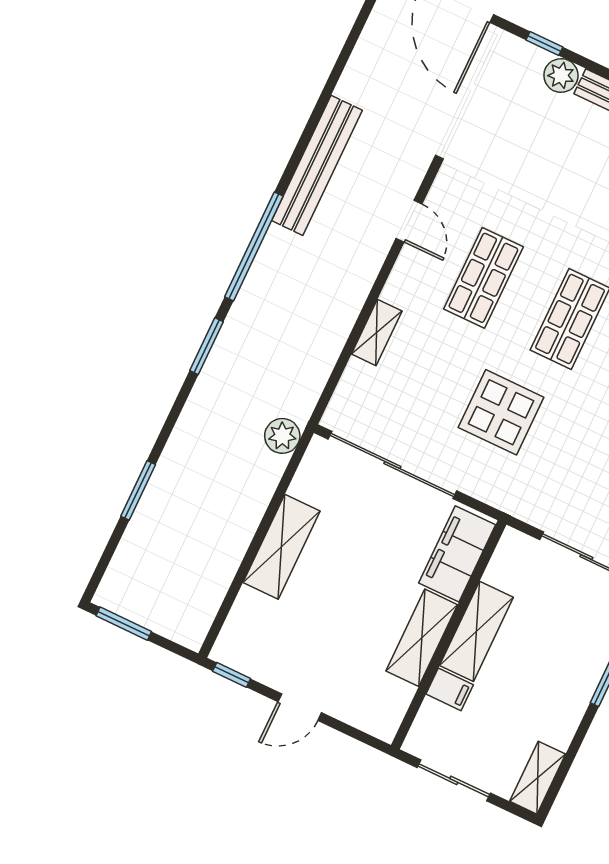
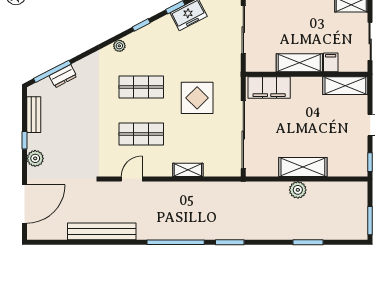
window: (544, 43) -> (25, 140), moved
plant: (561, 75) -> (35, 158), moved
bench: (317, 165) -> (102, 231), moved
plant: (282, 436) -> (298, 190), moved
shelving: (422, 638) -> (345, 86), moved

